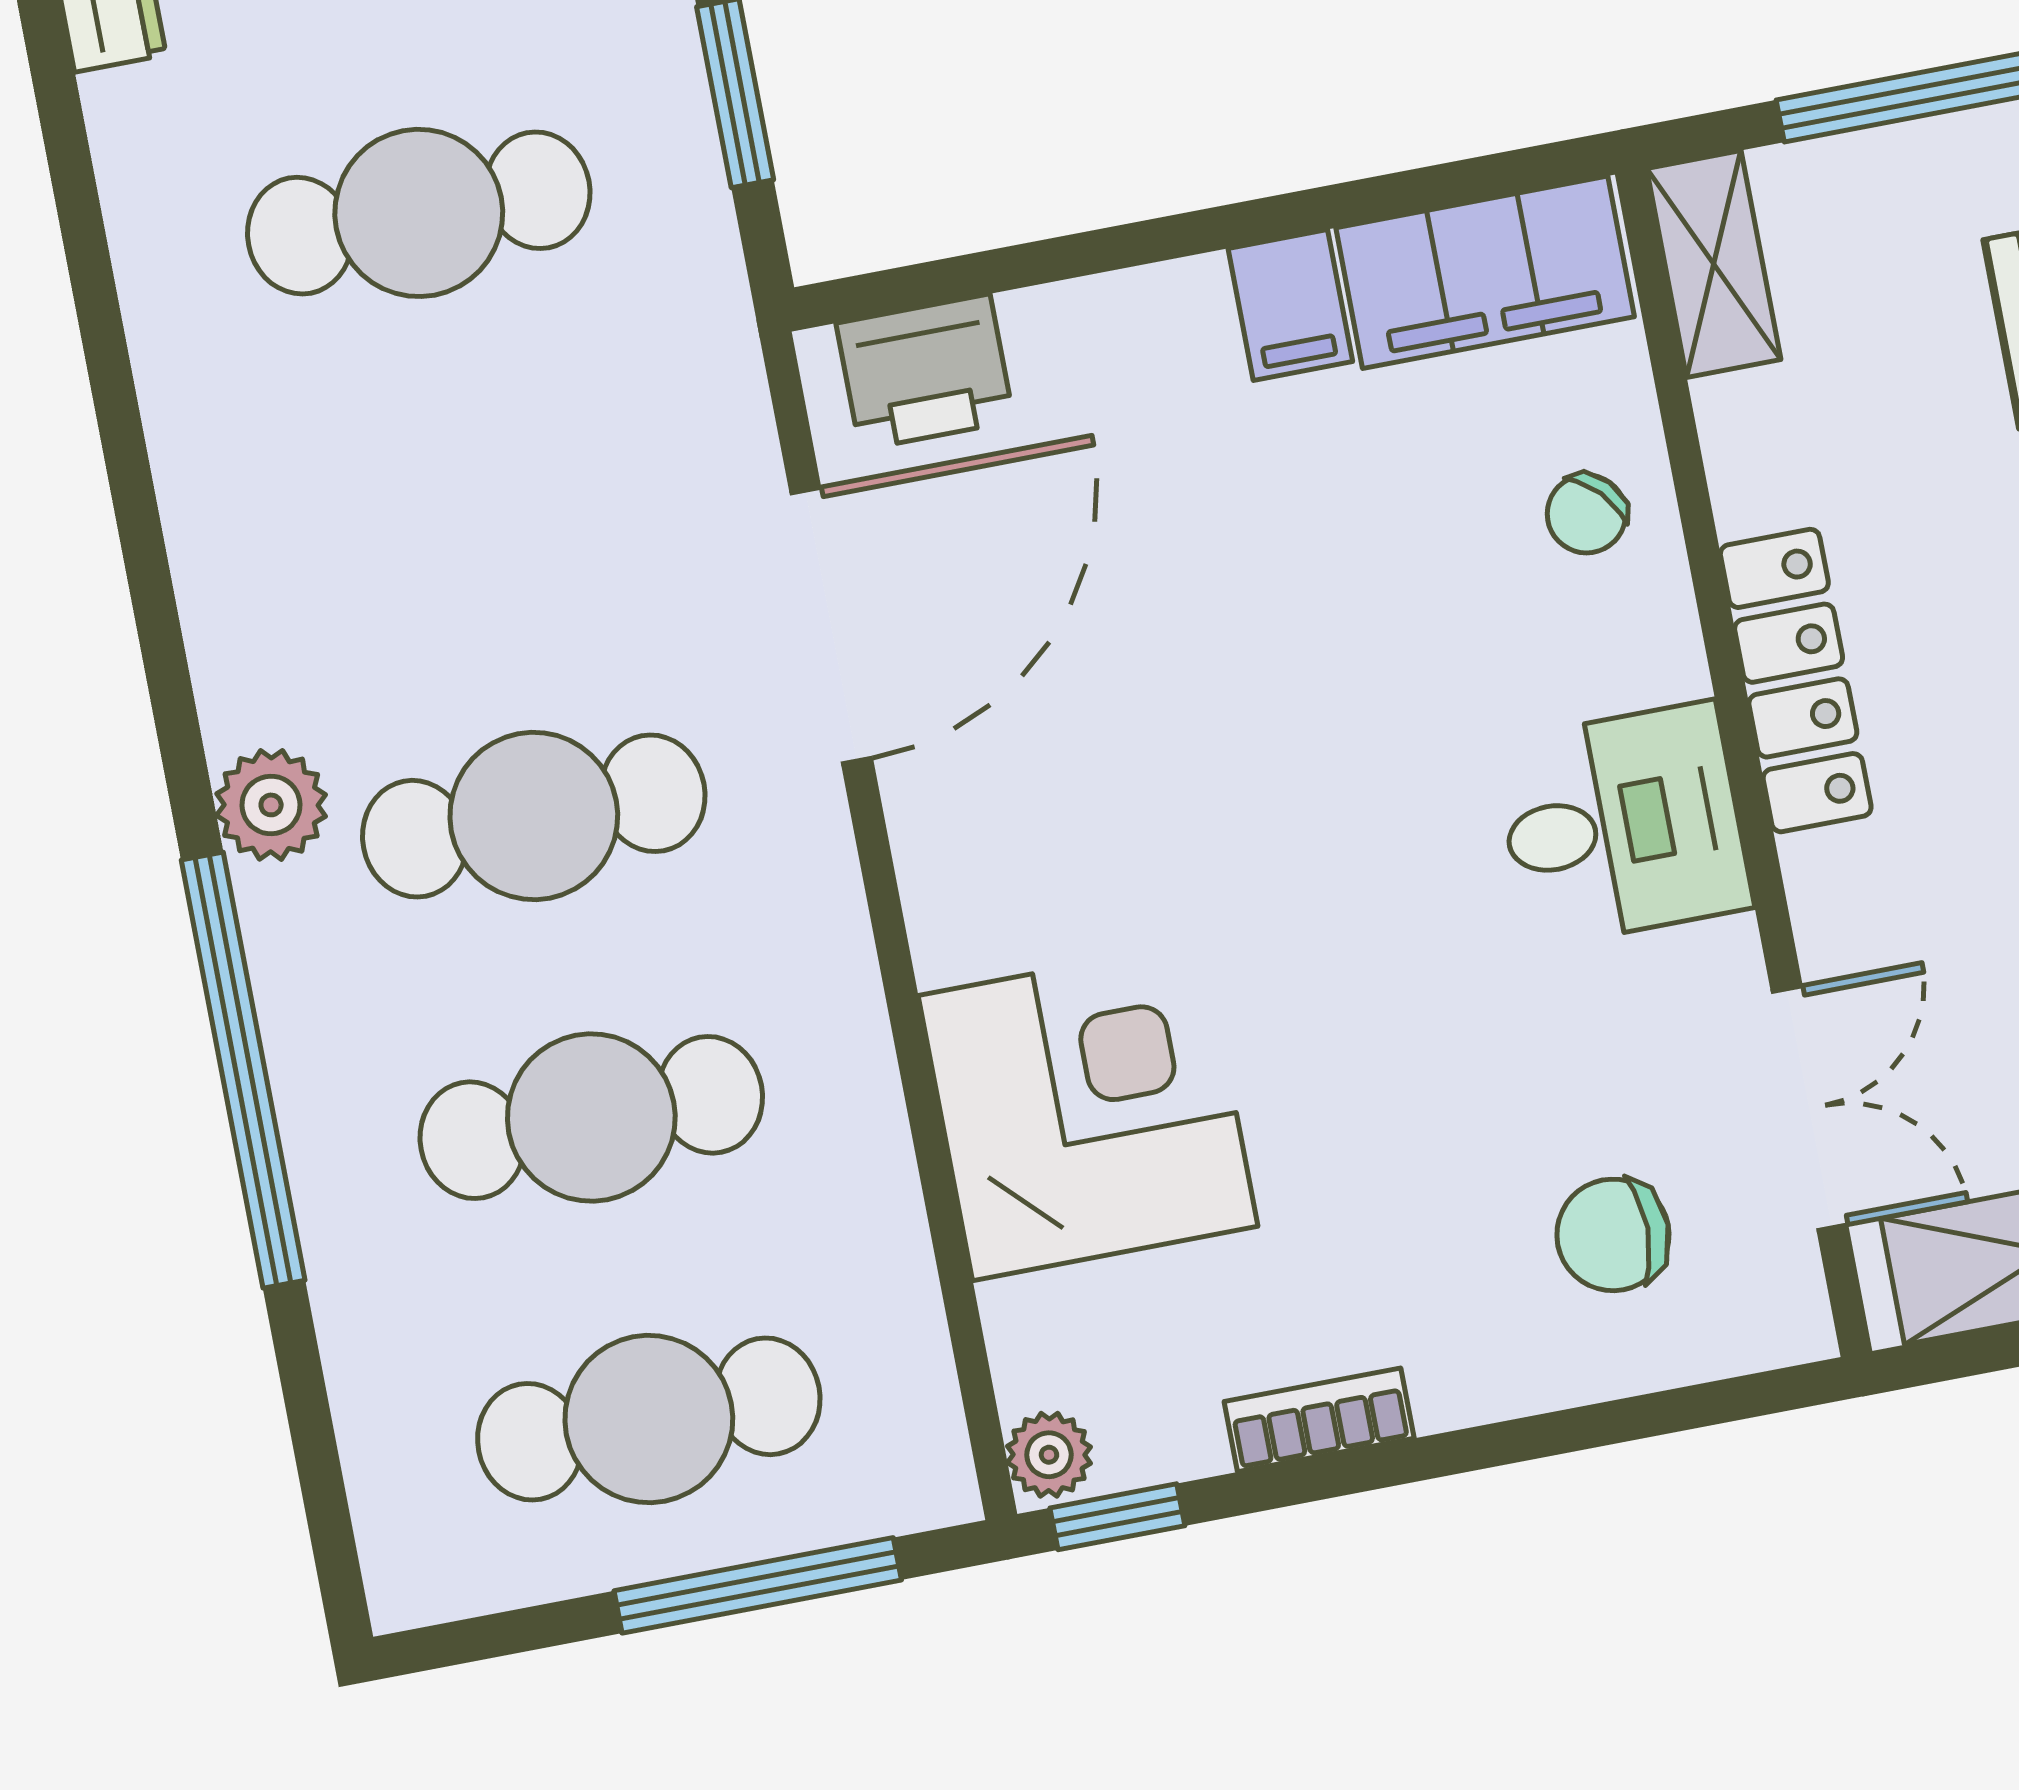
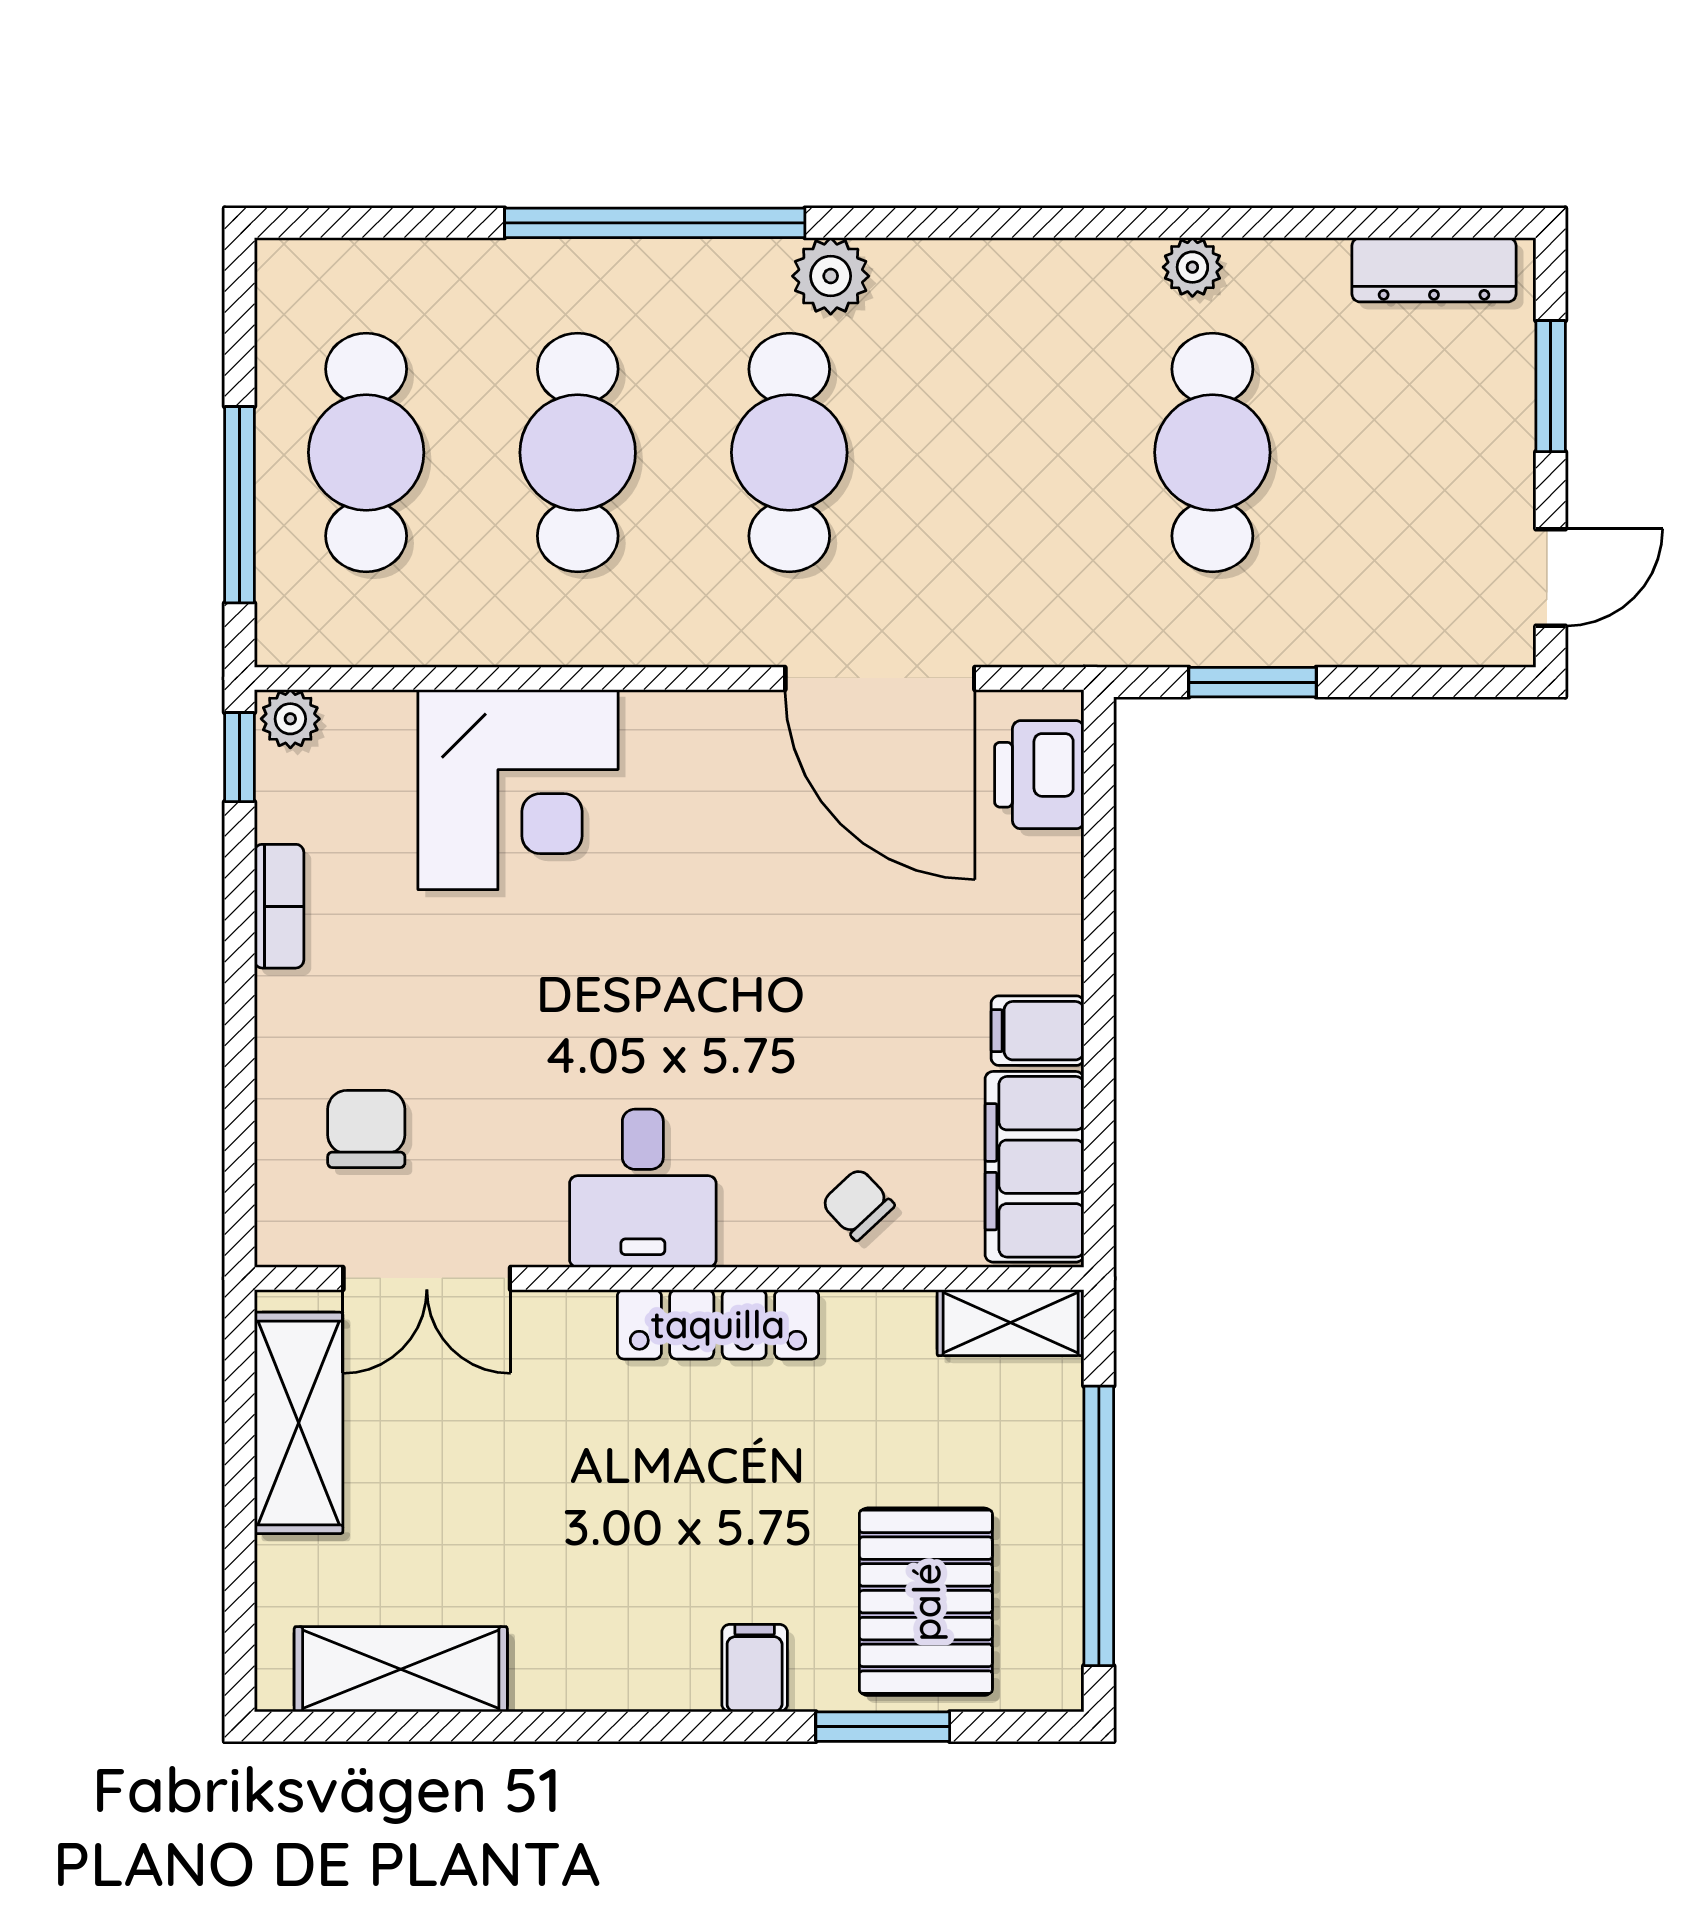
plant: (160, 292) -> (1192, 267), added

